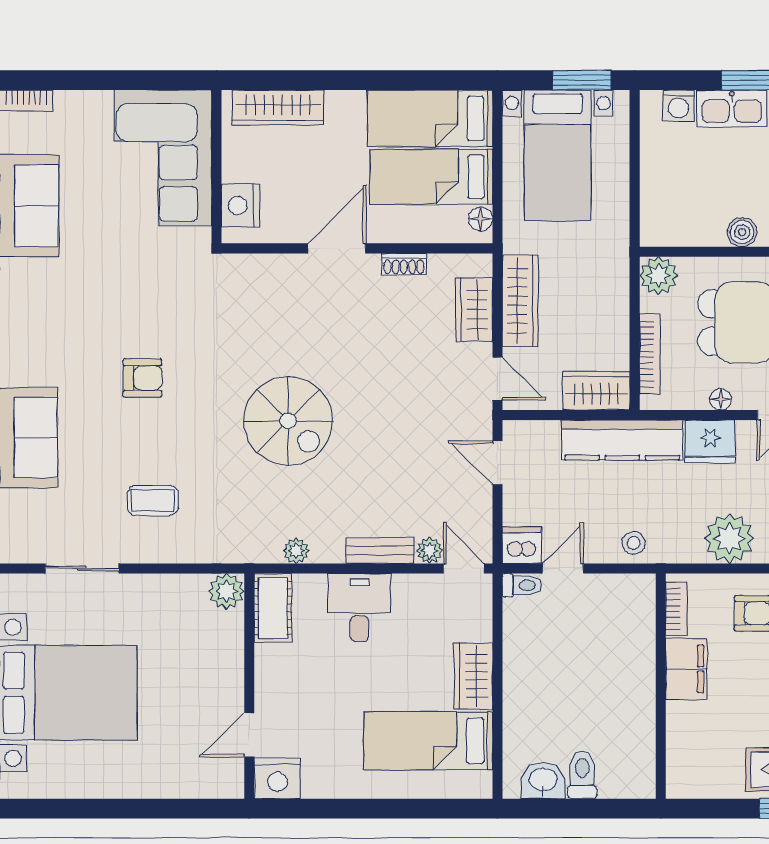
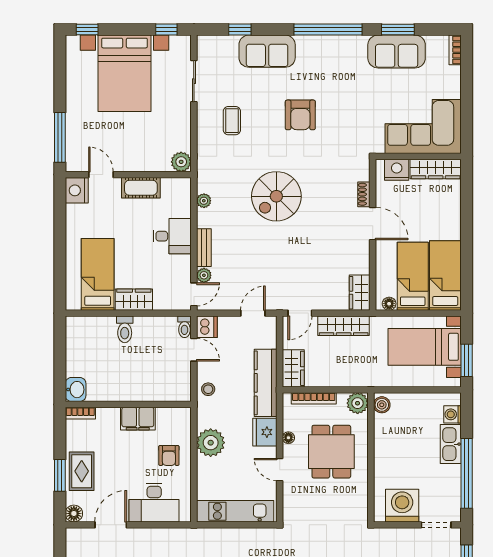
wardrobe: (278, 108) -> (436, 169), moved, turned -90
boiler: (742, 232) -> (382, 405), moved
shoe rack: (404, 264) -> (364, 194), moved
wardrobe: (474, 310) -> (360, 293), moved, turned -90
armchair: (142, 378) -> (300, 115), width x1.38, depth x1.38
cot: (273, 608) -> (141, 188), moved
bookcase: (676, 609) -> (80, 413), moved
toilet: (582, 775) -> (125, 329), moved, turned 90
washbasin: (543, 780) -> (76, 390), moved
window: (183, 809) -> (60, 137), added

